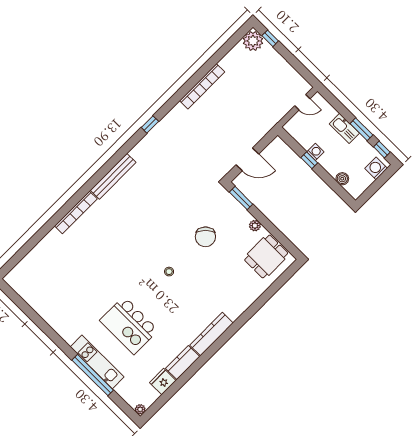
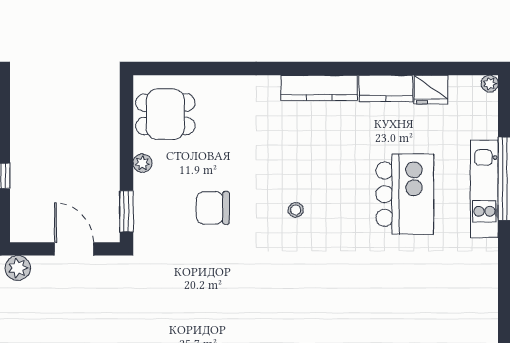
plant: (263, 127) -> (18, 268), added
chair: (205, 237) -> (213, 208), turned -136

